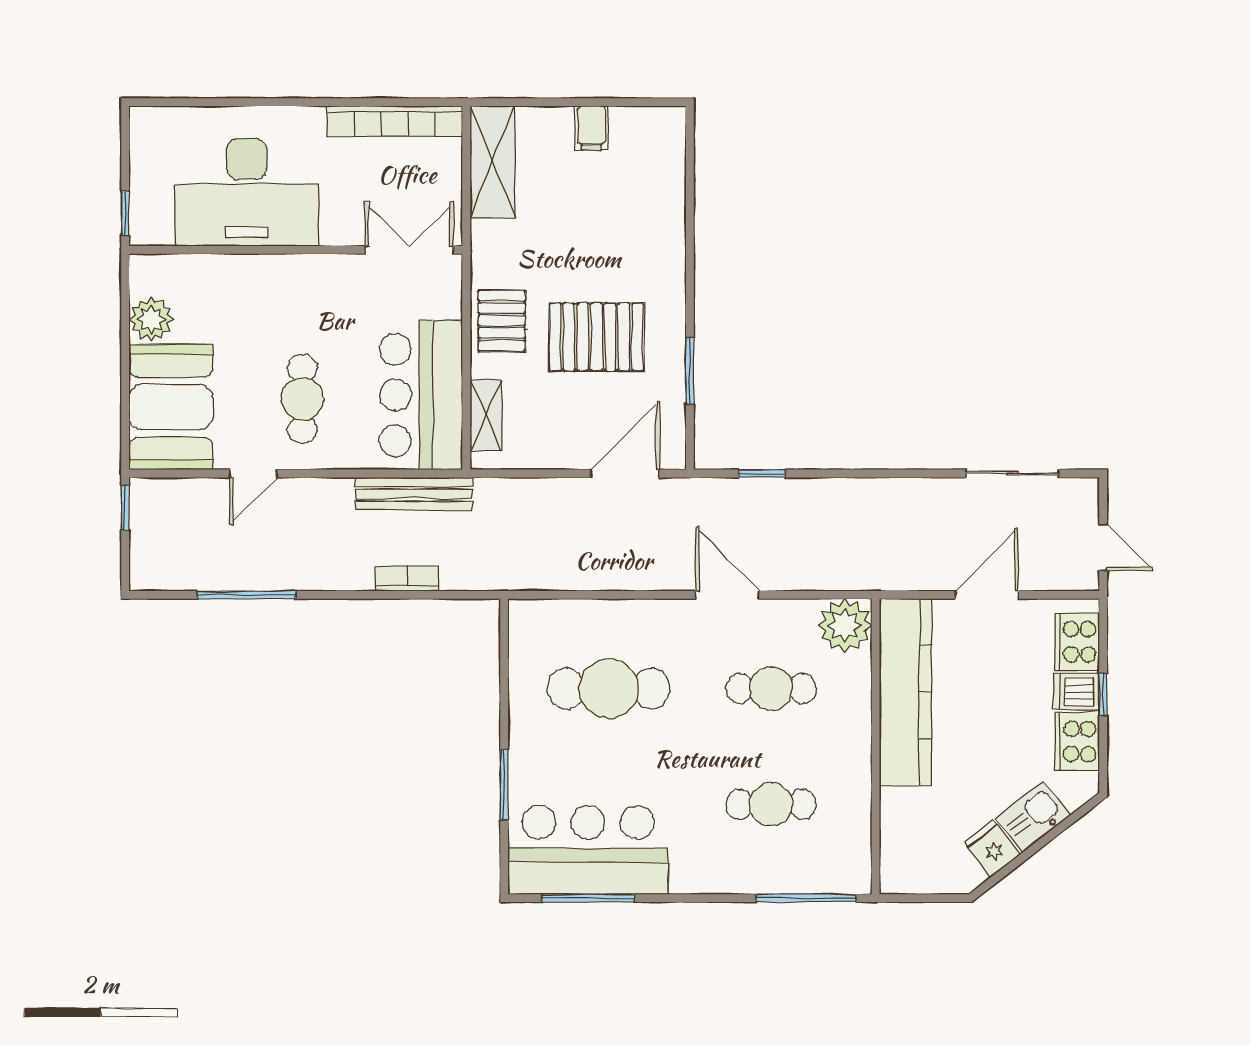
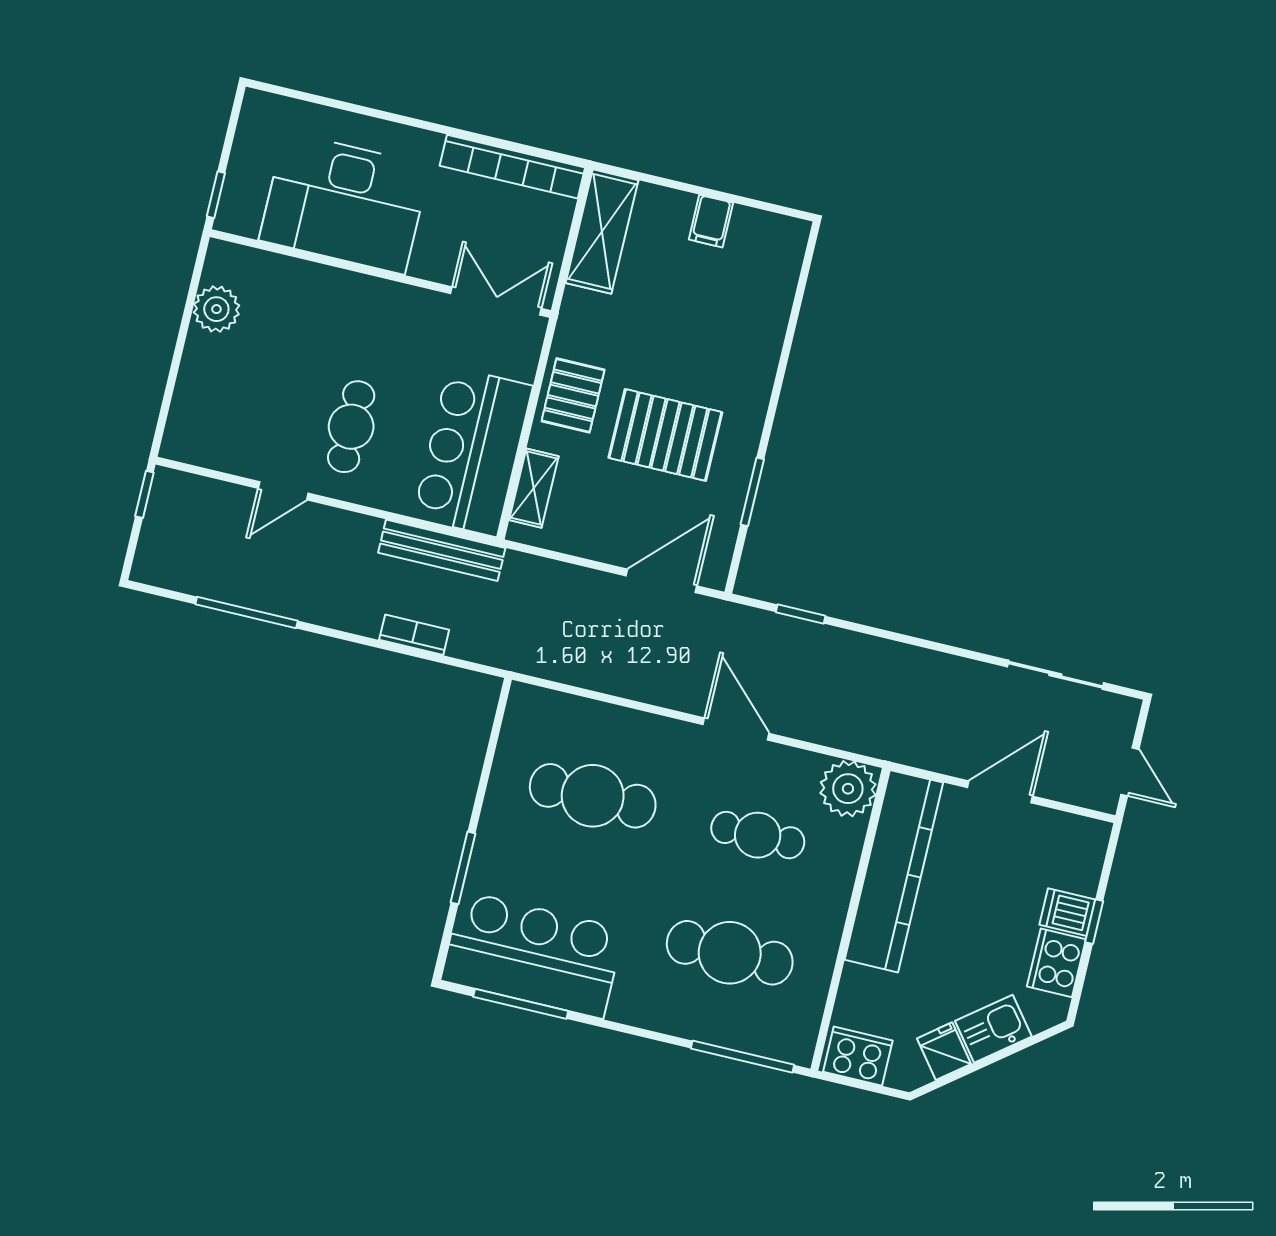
booth: (171, 407) -> (215, 403), removed
cooker: (1077, 642) -> (858, 1056), moved, turned 90
cafe table: (771, 804) -> (730, 953), width x1.37, depth x1.35

